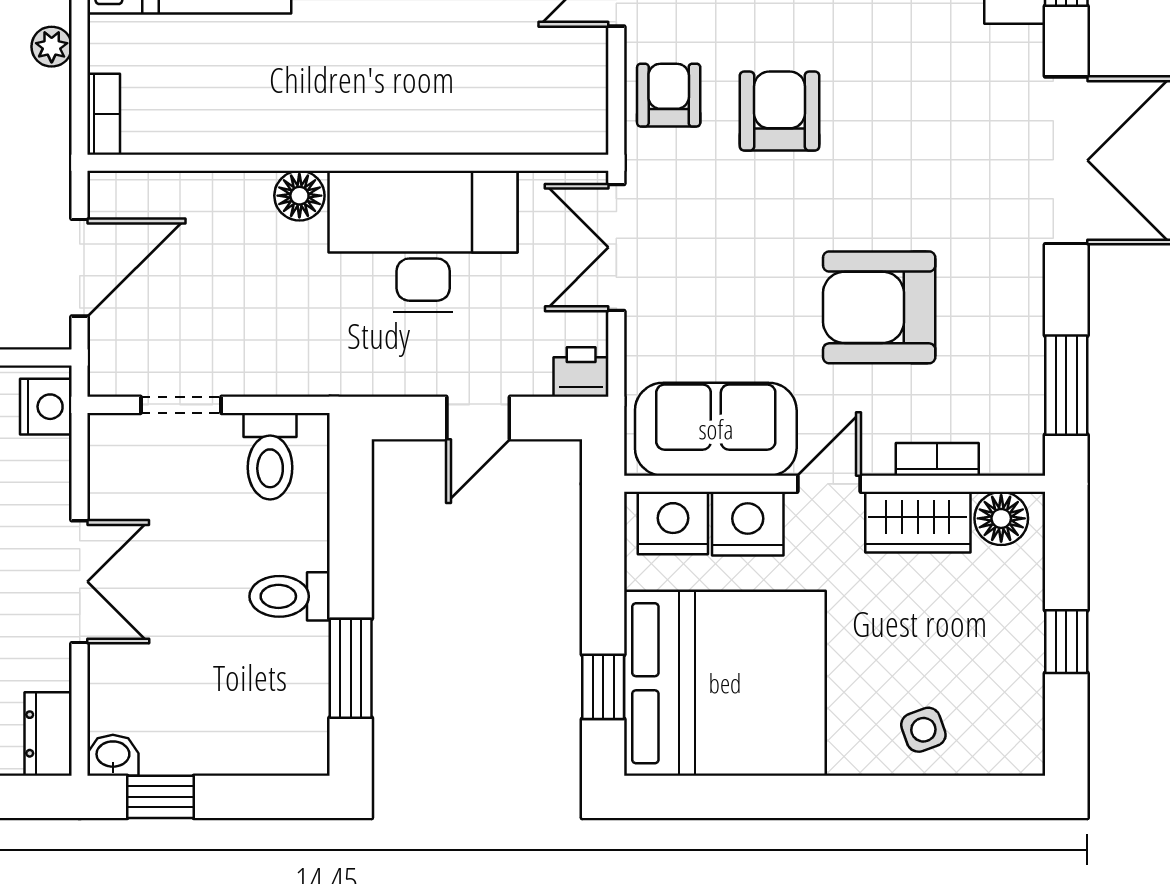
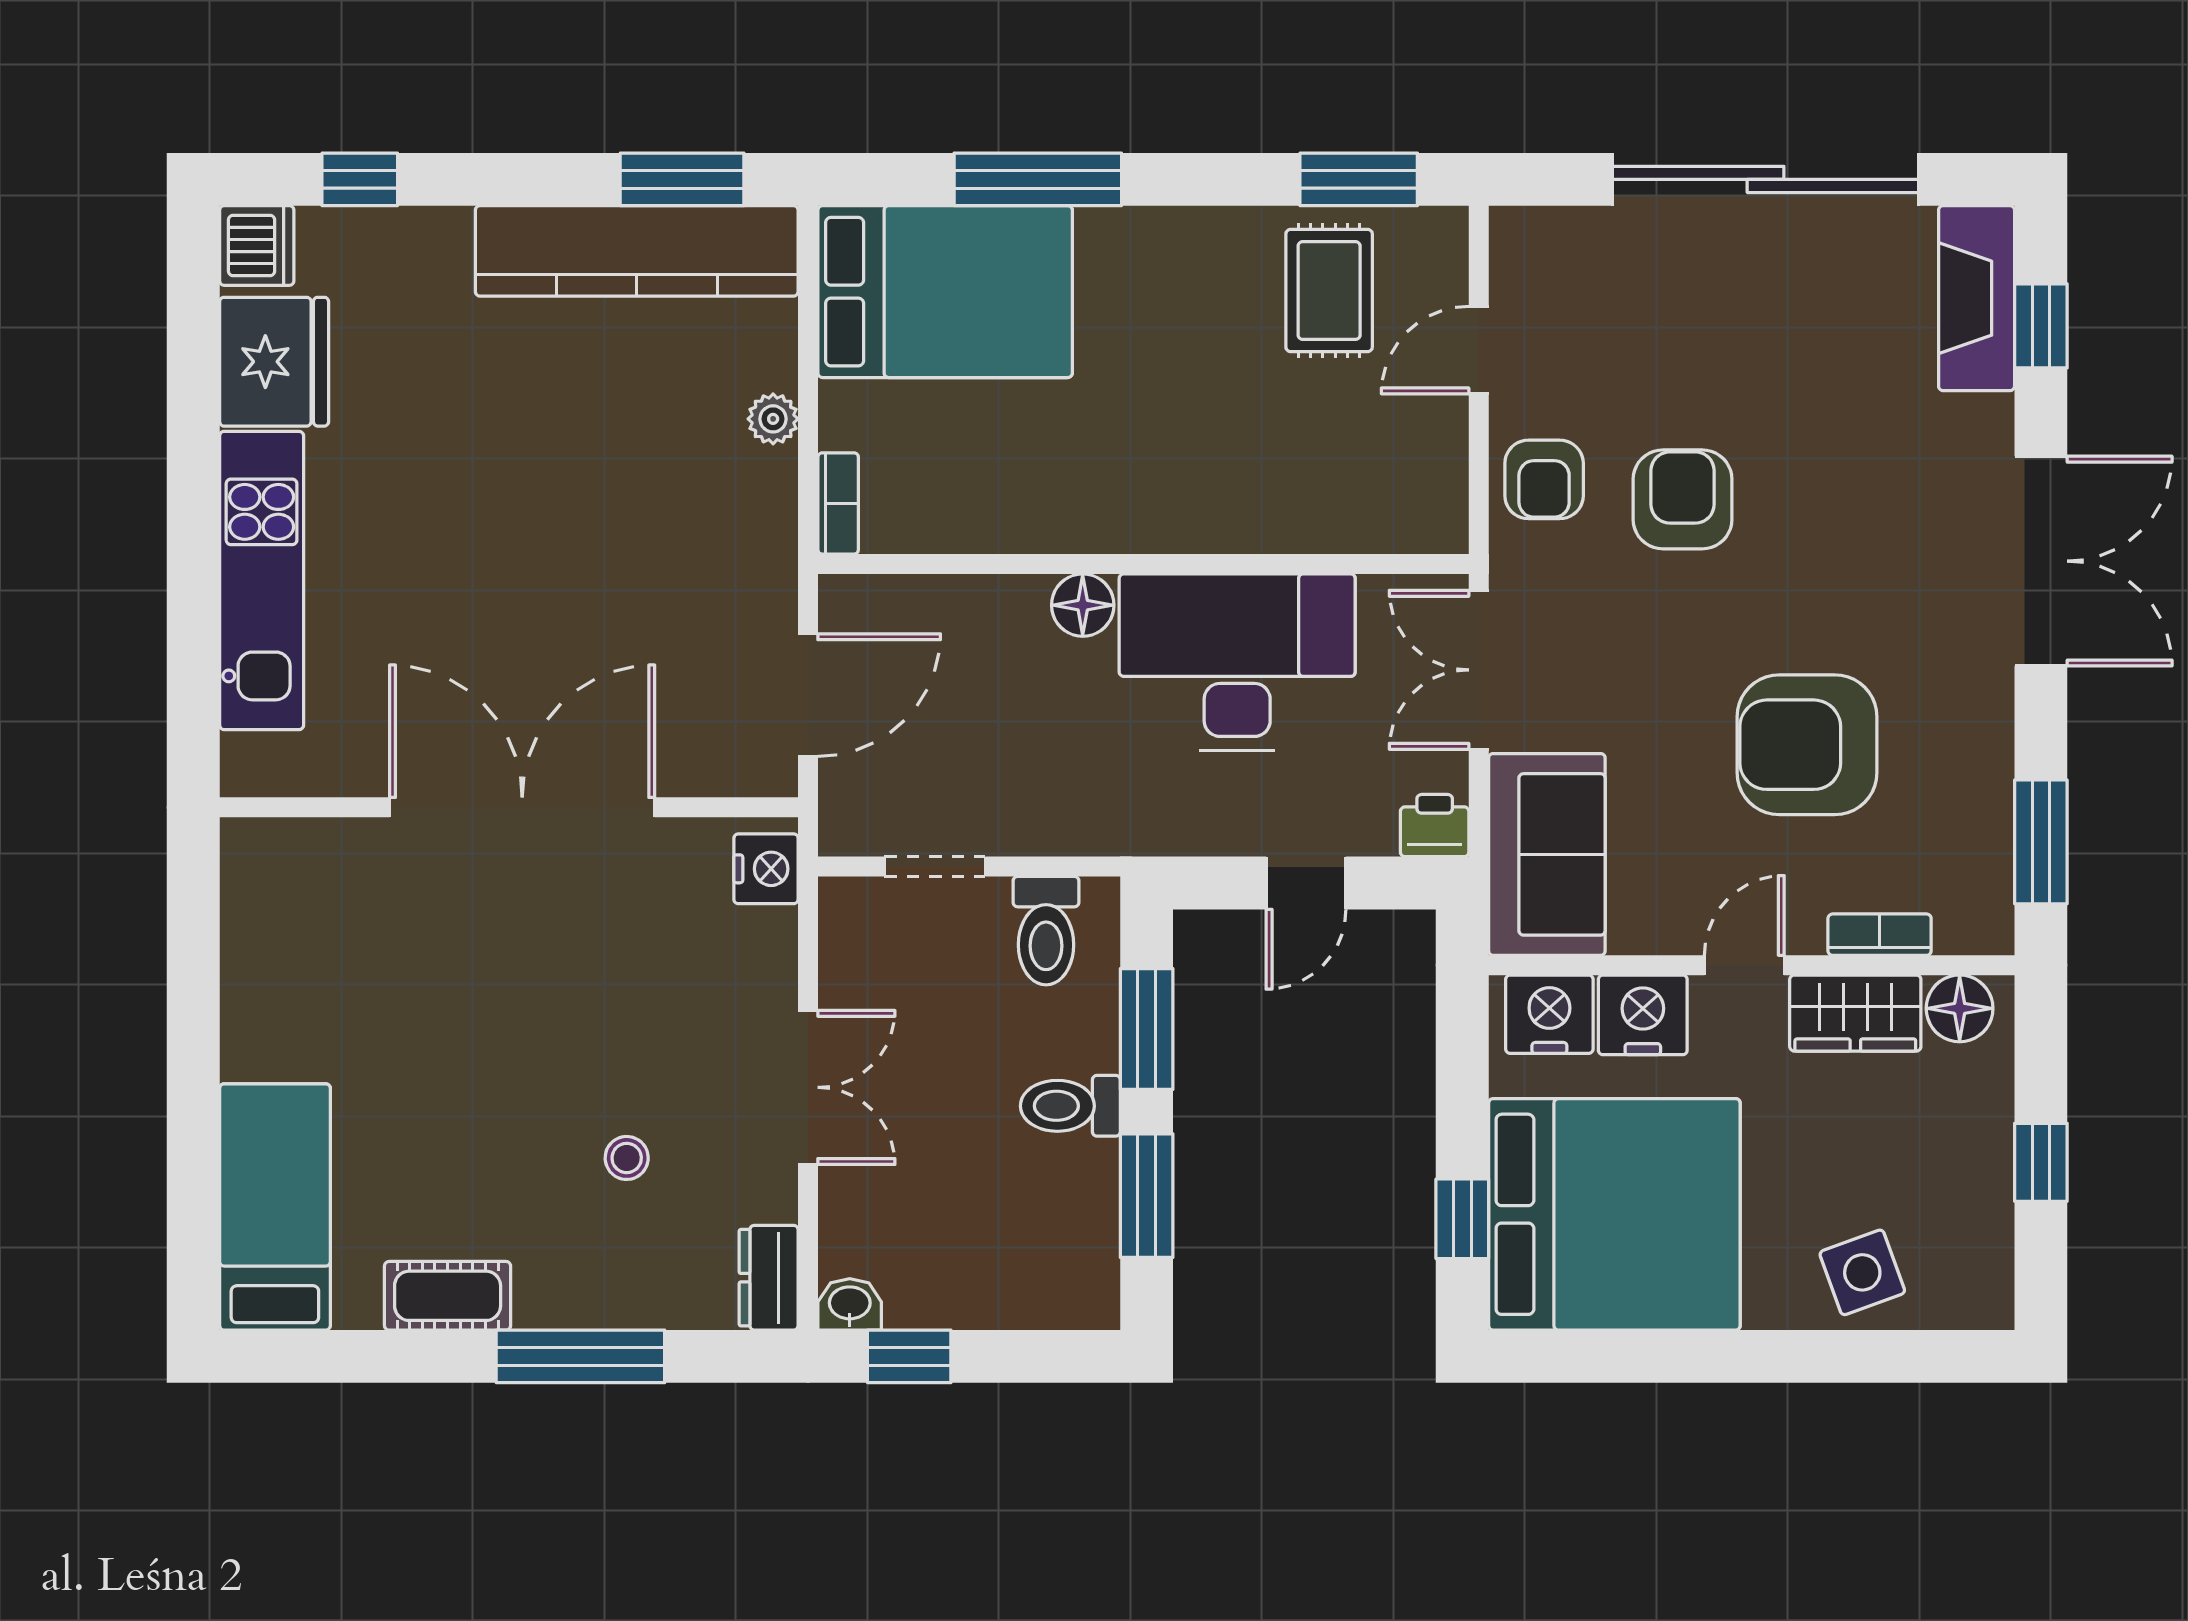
armchair: (669, 95) -> (1544, 479), turned 180
sofa: (716, 429) -> (1547, 854), moved, turned 90
window: (351, 535) -> (1147, 1029), added
side table: (923, 730) -> (1862, 1272), width x1.37, depth x1.37

